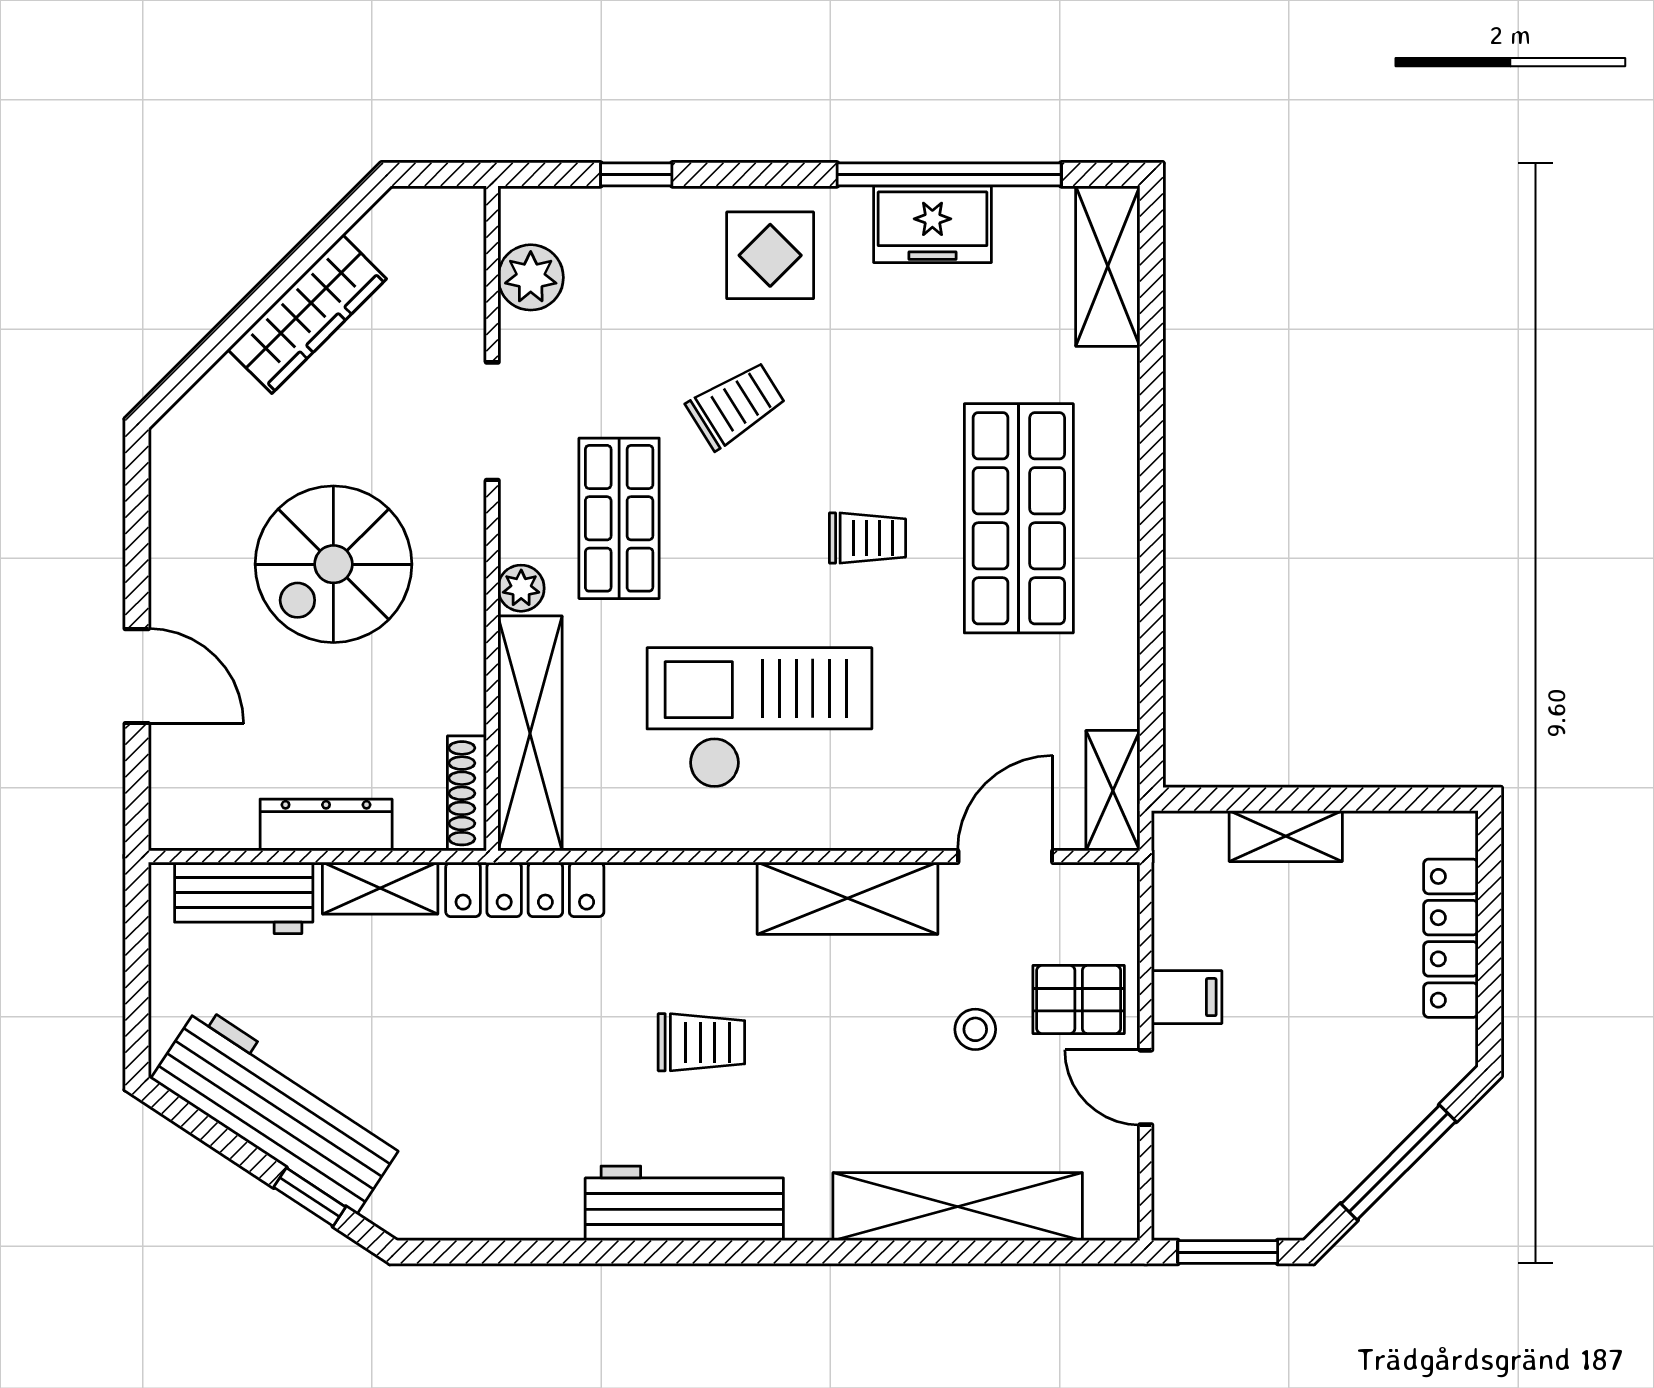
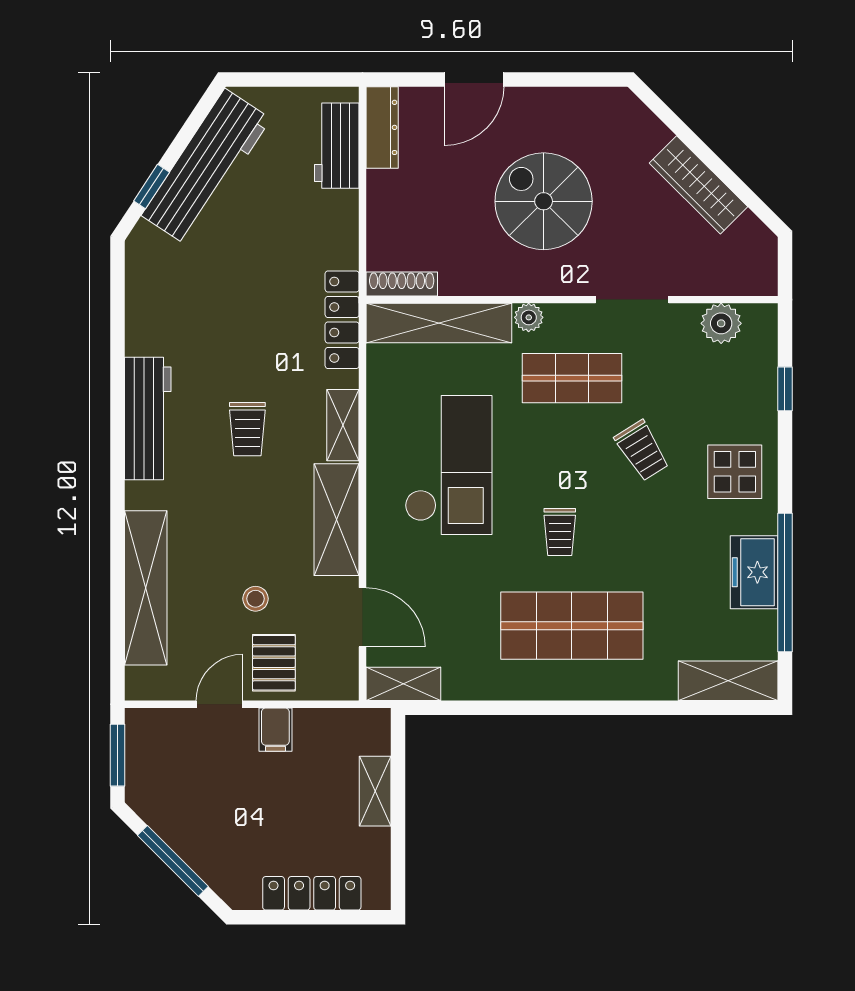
dresser: (326, 825) -> (382, 127), moved
shelving: (380, 888) -> (343, 425), moved

